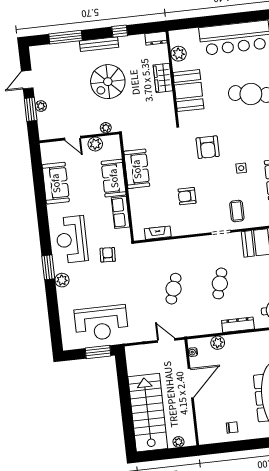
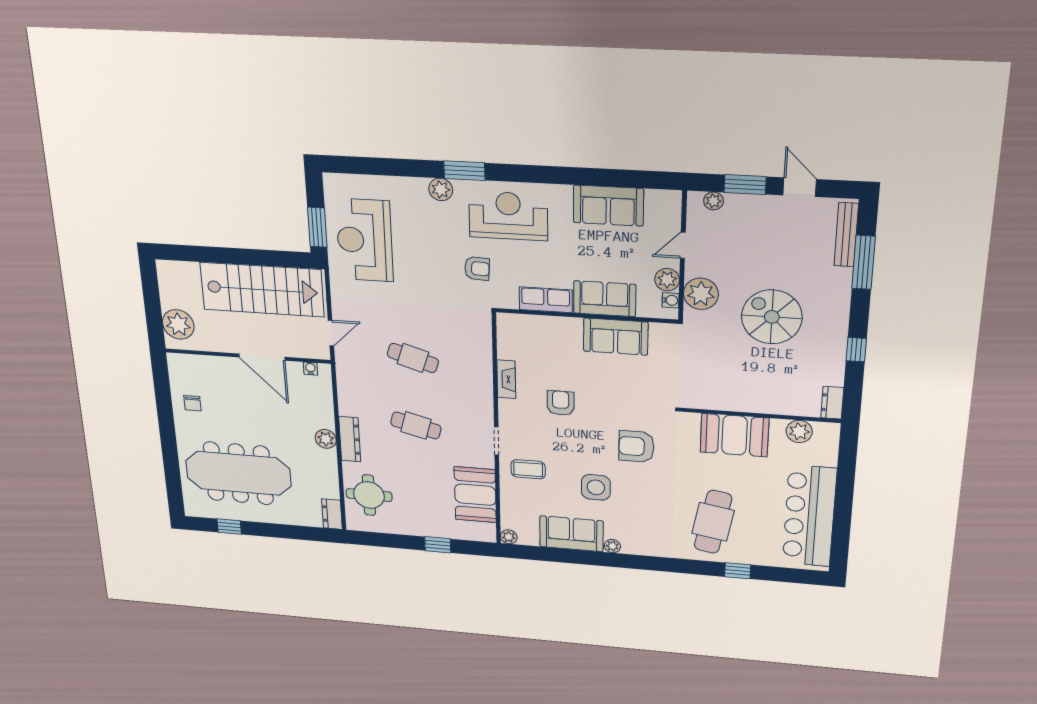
bench: (99, 44) -> (846, 235), moved
wardrobe: (163, 78) -> (763, 401), removed
plant: (41, 106) -> (714, 201), moved
plant: (106, 128) -> (701, 294), width x1.88, depth x1.88
water cooler: (108, 140) -> (671, 300), added
side table: (241, 168) -> (596, 487), width x1.87, depth x1.87
fireplace: (158, 233) -> (506, 379), moved
plant: (218, 343) -> (326, 439), moved
stairs: (148, 413) -> (262, 290), moved
plant: (179, 442) -> (178, 324), width x1.88, depth x1.88

